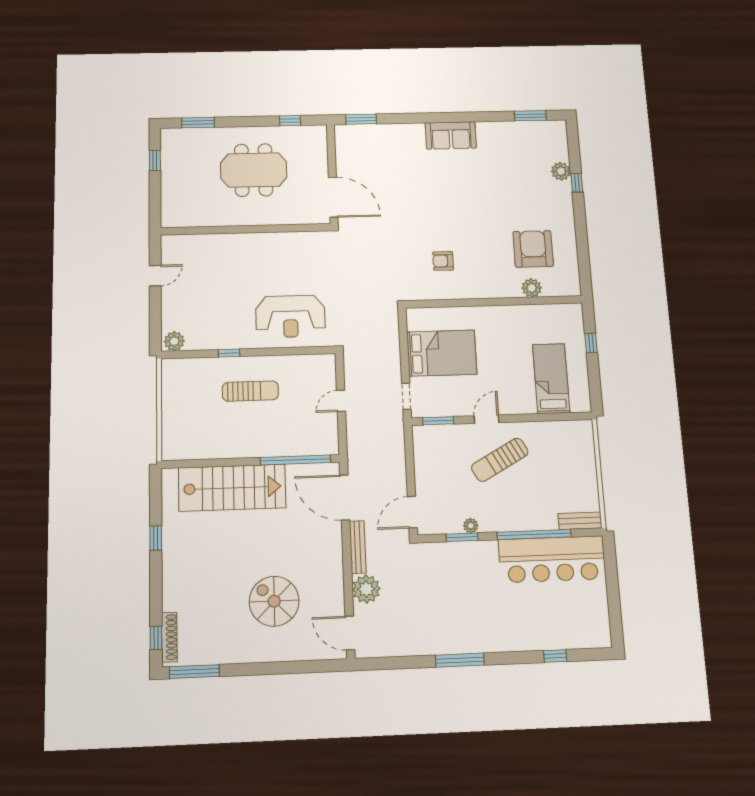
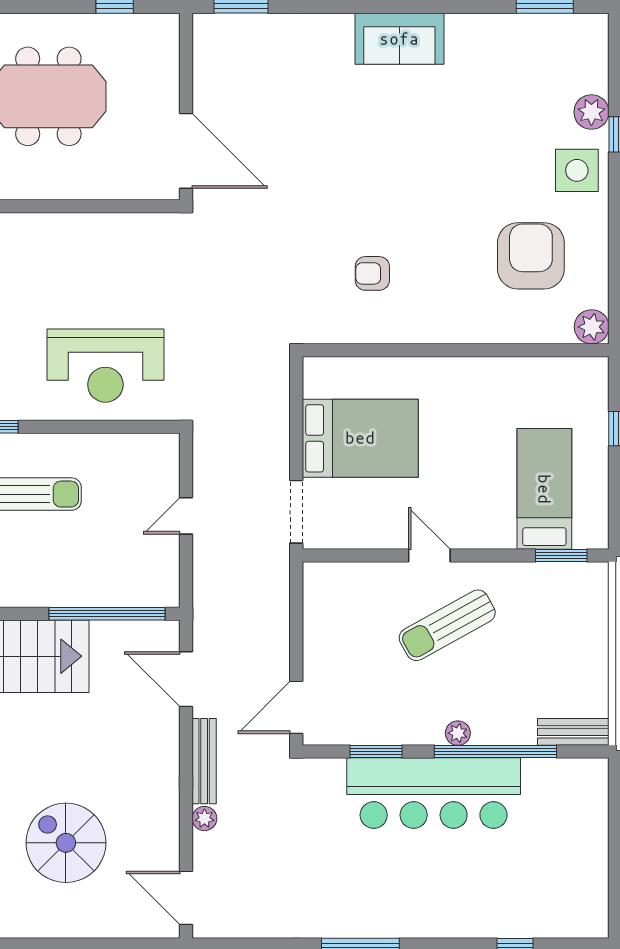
side table: (555, 202) -> (577, 170), added
plant: (532, 288) -> (592, 327), moved
doorway: (406, 396) -> (296, 512), width x1.38
door: (486, 419) -> (429, 555), hinge flipped
window: (438, 421) -> (561, 555), moved
door: (345, 498) -> (186, 679), width x0.73
plant: (471, 526) -> (458, 733), moved
bar counter: (552, 559) -> (434, 793), moved
plant: (366, 589) -> (204, 819), width x0.53, depth x0.53

